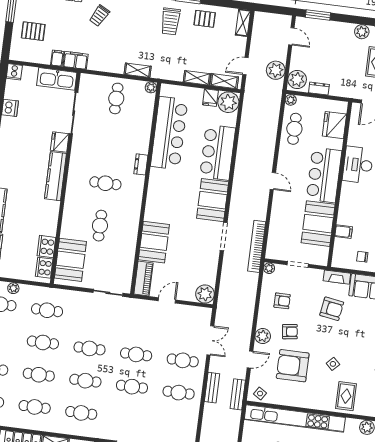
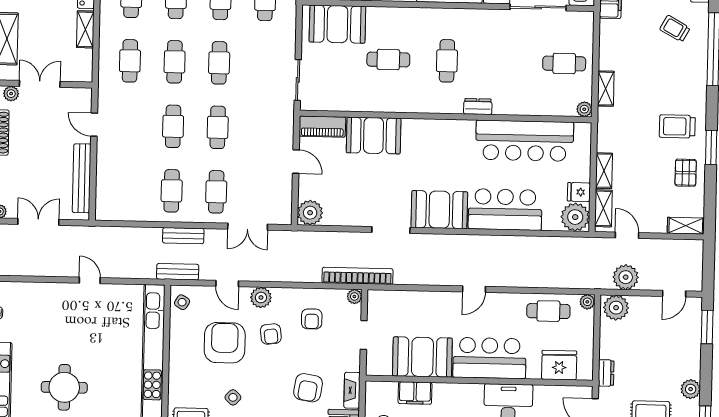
dresser: (319, 89) -> (606, 373), moved
filing cabinet: (344, 232) -> (415, 393), width x2.00
bookcase: (257, 246) -> (358, 276), moved

